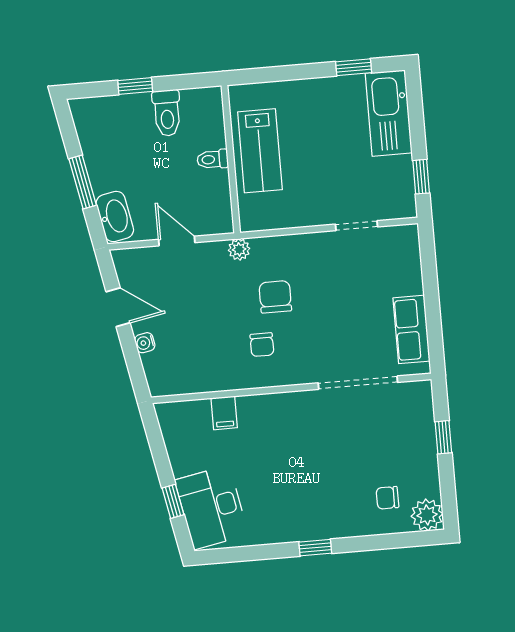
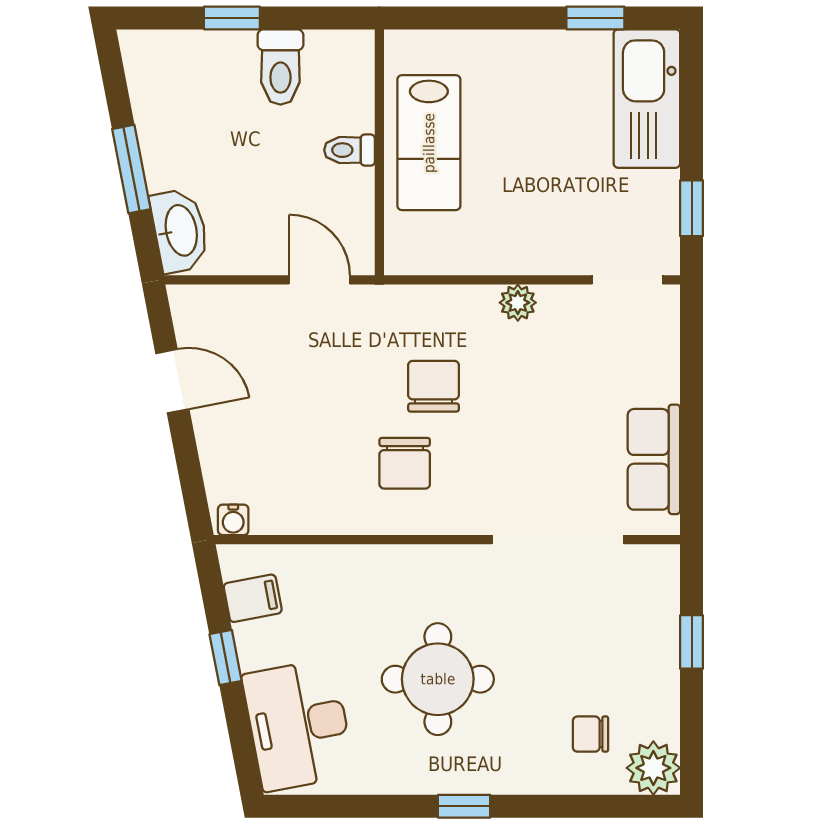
doorway: (357, 226) -> (627, 280), moved
door: (177, 241) -> (319, 280), moved
plant: (239, 249) -> (518, 303), moved
water cooler: (145, 343) -> (233, 520), moved, turned -79
chair: (262, 345) -> (405, 463), width x1.37, depth x1.37
filing cabinet: (224, 413) -> (253, 598), moved, turned -101
round table: (293, 473) -> (438, 679), added
window: (173, 501) -> (226, 657), moved

